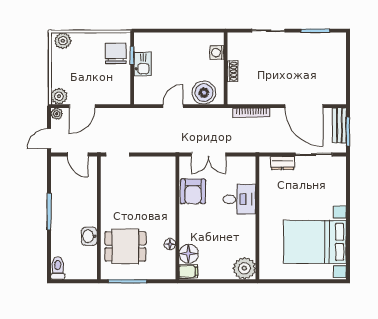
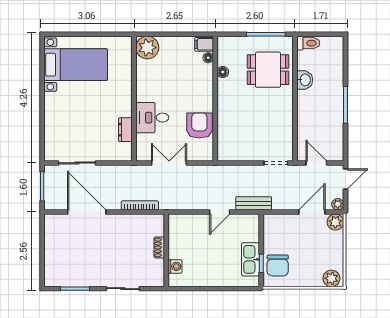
kitchen sink: (143, 64) -> (251, 259), width x1.38
boiler: (204, 93) -> (188, 226), removed
bench: (339, 126) -> (254, 203), moved, turned 90
double door: (209, 154) -> (169, 163), moved
dresser: (282, 163) -> (125, 130), moved, turned -90
bed with nightstands: (315, 242) -> (76, 65), width x0.73
floor lamp: (189, 254) -> (208, 58), width x0.53, depth x0.53
toilet: (58, 268) -> (308, 43), moved, turned -90

